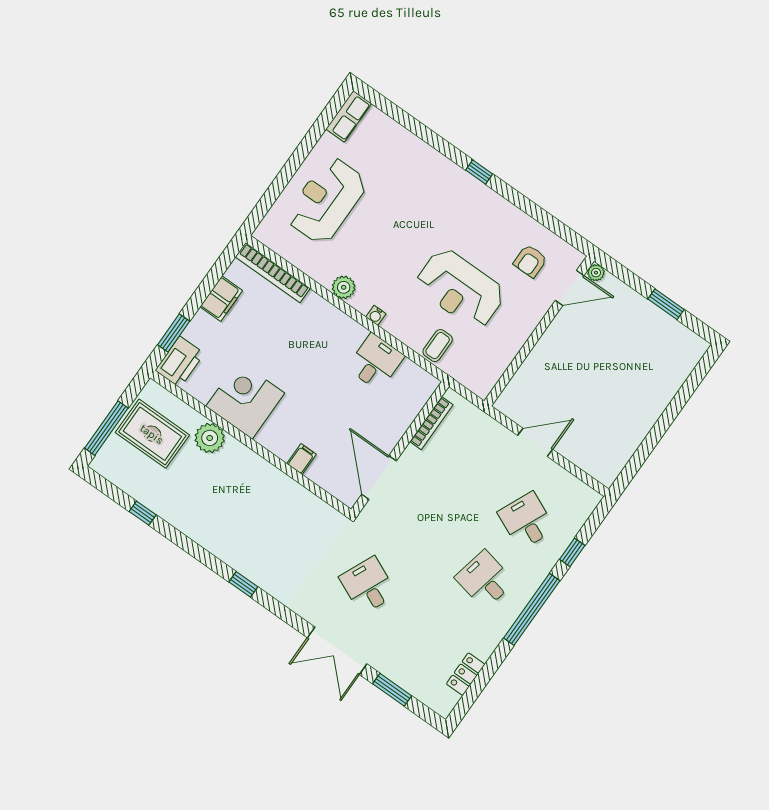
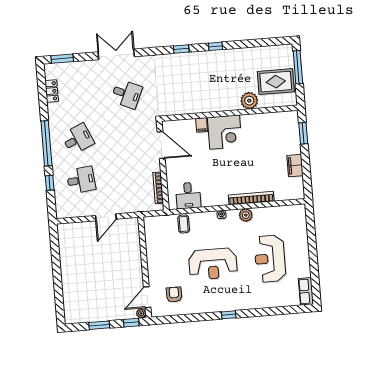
reception desk: (327, 200) -> (270, 259), moved, turned 180
window: (620, 271) -> (131, 323), added
bookcase: (273, 273) -> (251, 198), moved
reception desk: (460, 289) -> (213, 264), moved, turned 180
printer: (180, 362) -> (290, 123), removed
desk: (376, 362) -> (188, 195), moved
corner desk: (245, 400) -> (225, 132), moved
window: (143, 513) -> (215, 46), moved
desk: (526, 521) -> (81, 180), turned -30
desk: (485, 580) -> (78, 139), turned -36
window: (392, 690) -> (62, 59), moved

